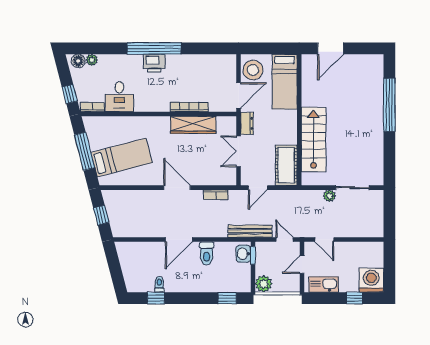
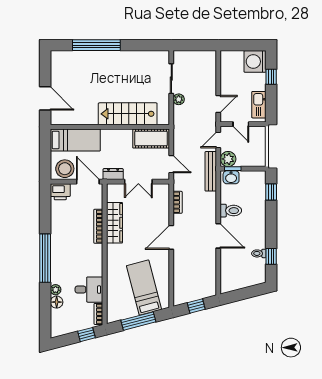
plant: (92, 60) -> (56, 290), moved
floor lamp: (78, 61) -> (57, 302), moved
printer: (154, 63) -> (60, 192), moved, turned 90
plant: (264, 284) -> (228, 159), moved

